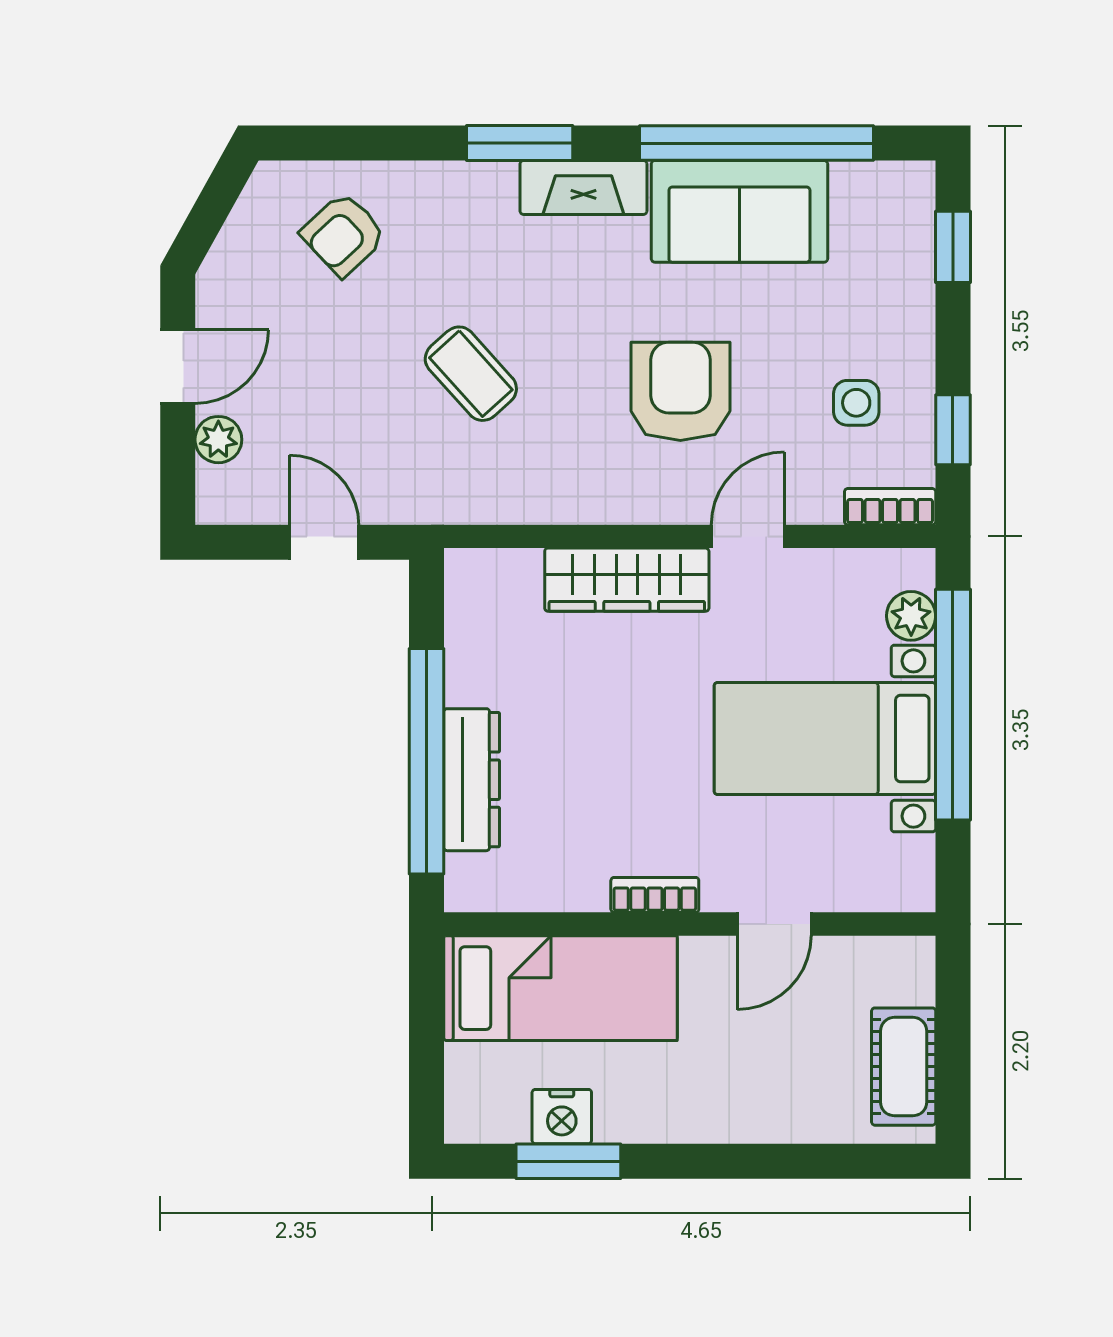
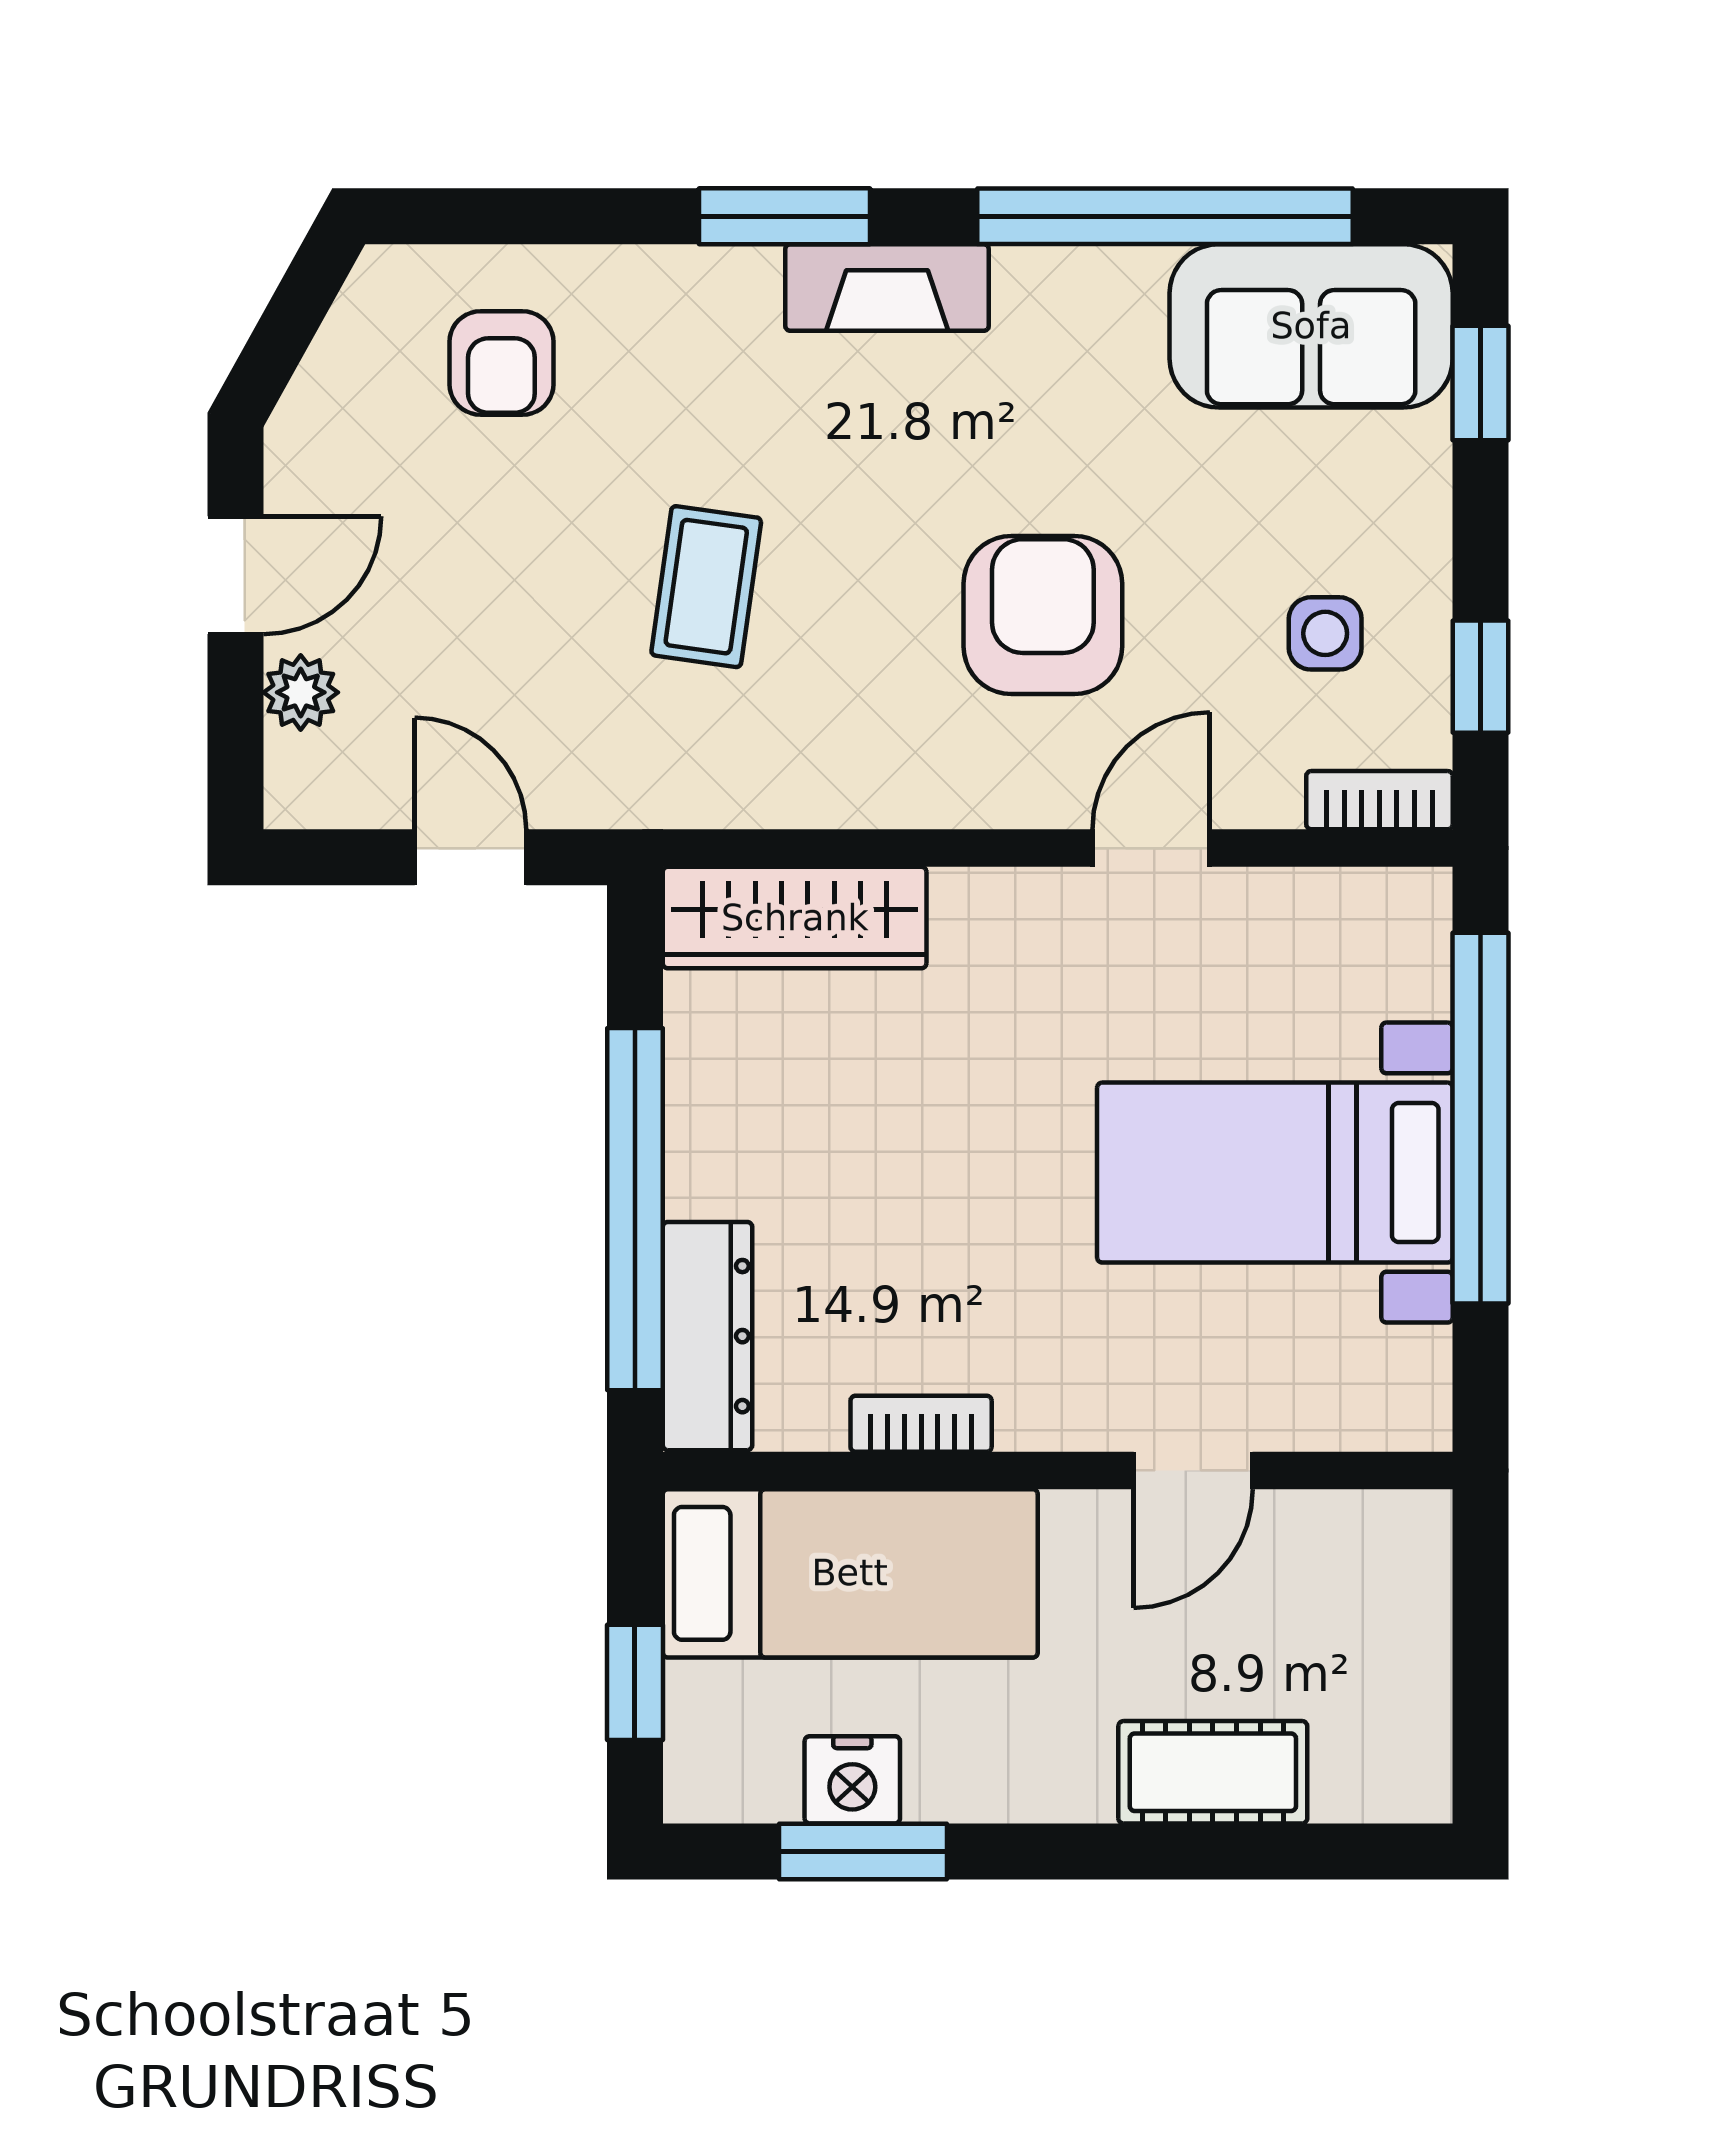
sofa: (739, 211) -> (1311, 326), moved
armchair: (343, 234) -> (501, 363), turned -47
coffee table: (471, 374) -> (706, 587), turned 50
wardrobe: (627, 580) -> (795, 918), moved
plant: (911, 616) -> (1413, 976), removed
dresser: (472, 780) -> (708, 1336), moved
bookcase: (655, 895) -> (921, 1424), moved
window: (426, 1056) -> (635, 1682), added
cot: (904, 1067) -> (1213, 1772), moved, turned 90

